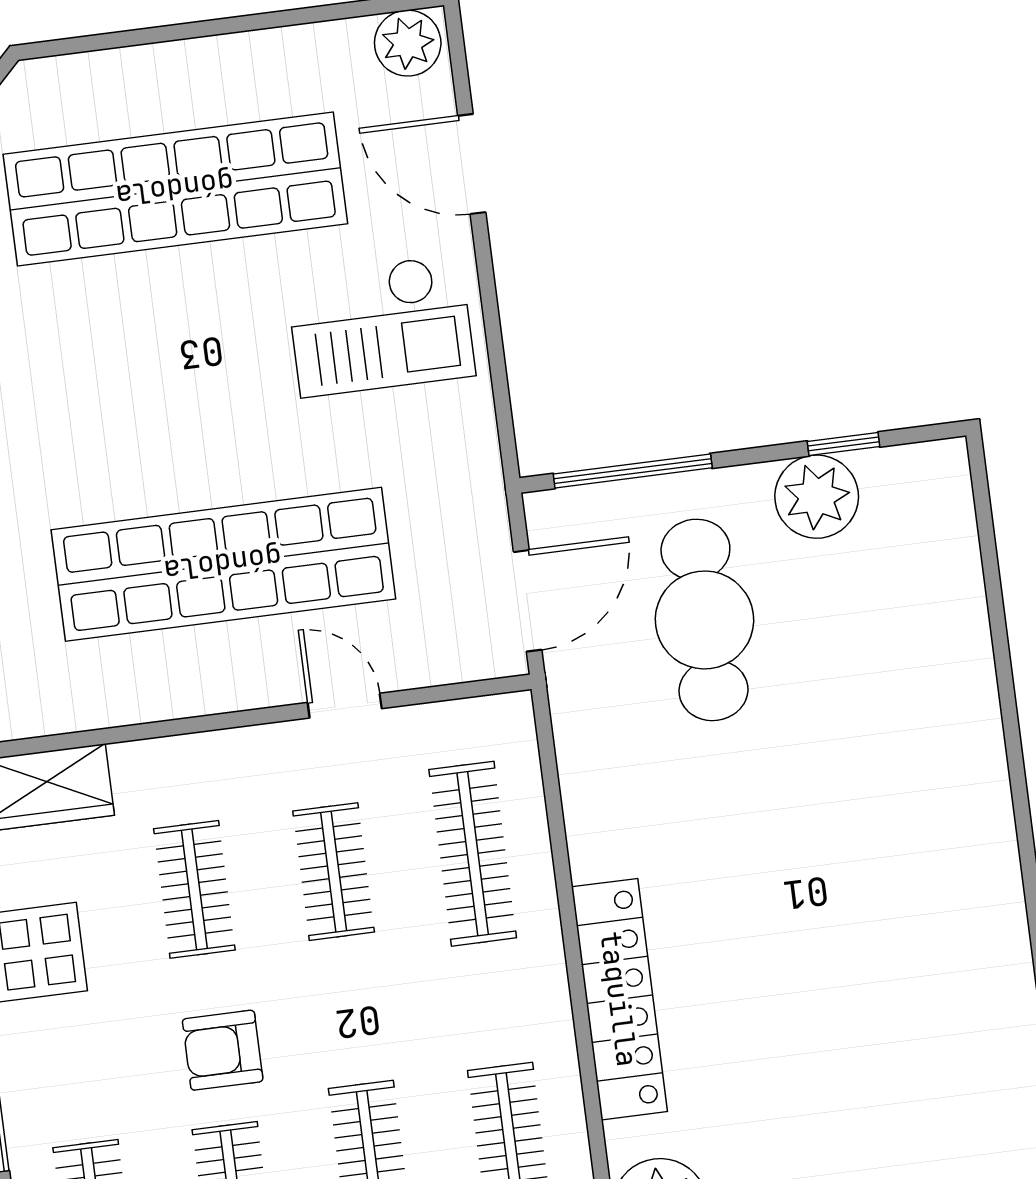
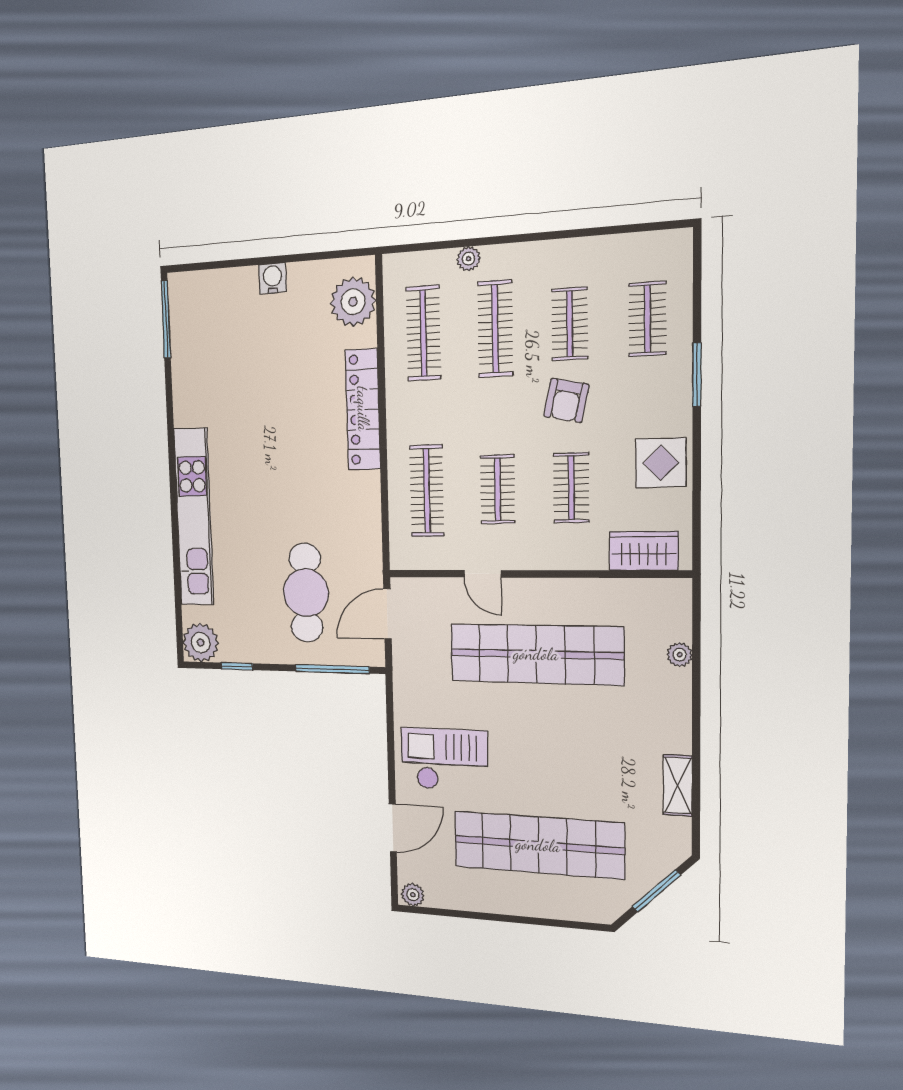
plant: (408, 43) -> (413, 895), width x0.73, depth x0.73
door: (472, 164) -> (393, 828), hinge flipped
plant: (817, 497) -> (201, 643), moved
kitchen unit: (968, 745) -> (194, 517), added
armchair: (223, 1050) -> (566, 400), turned 102

